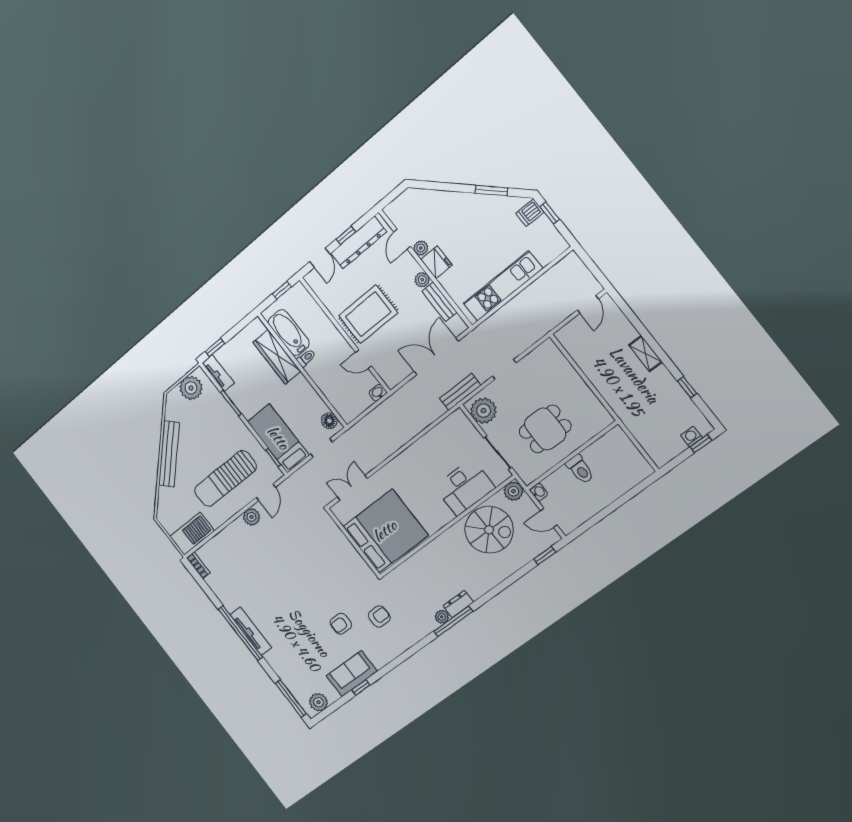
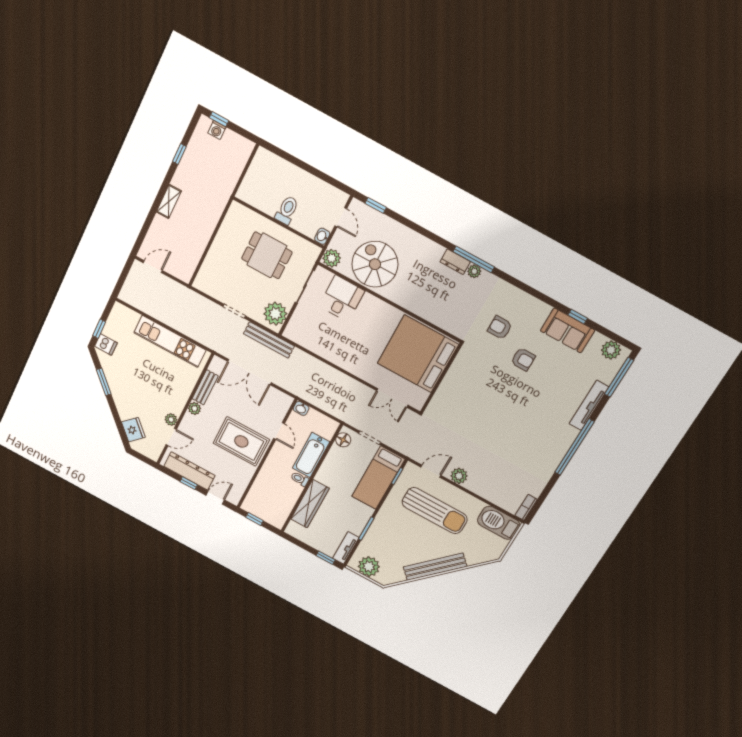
fridge: (436, 262) -> (133, 430), moved, turned 135
bathtub: (289, 333) -> (311, 455), moved
bench: (460, 392) -> (269, 340), width x1.36
desk: (465, 487) -> (342, 298), width x0.73
tv unit: (251, 631) -> (589, 405), moved

